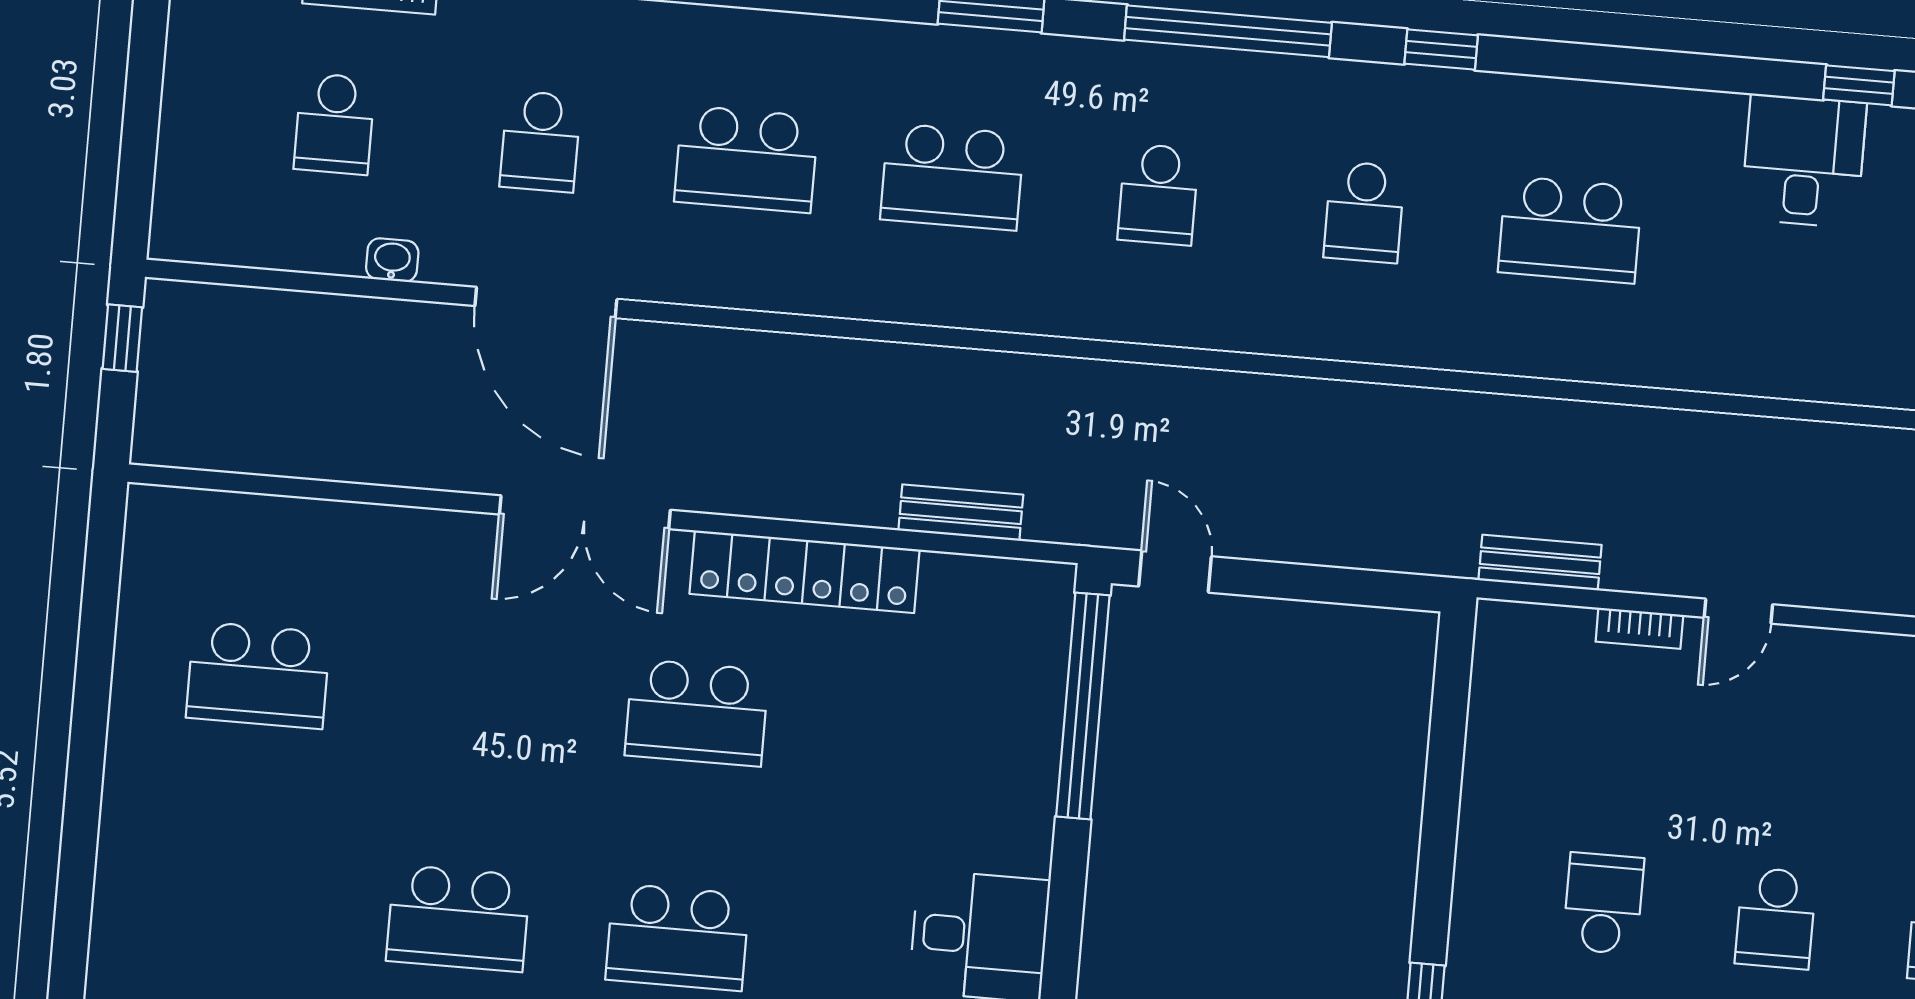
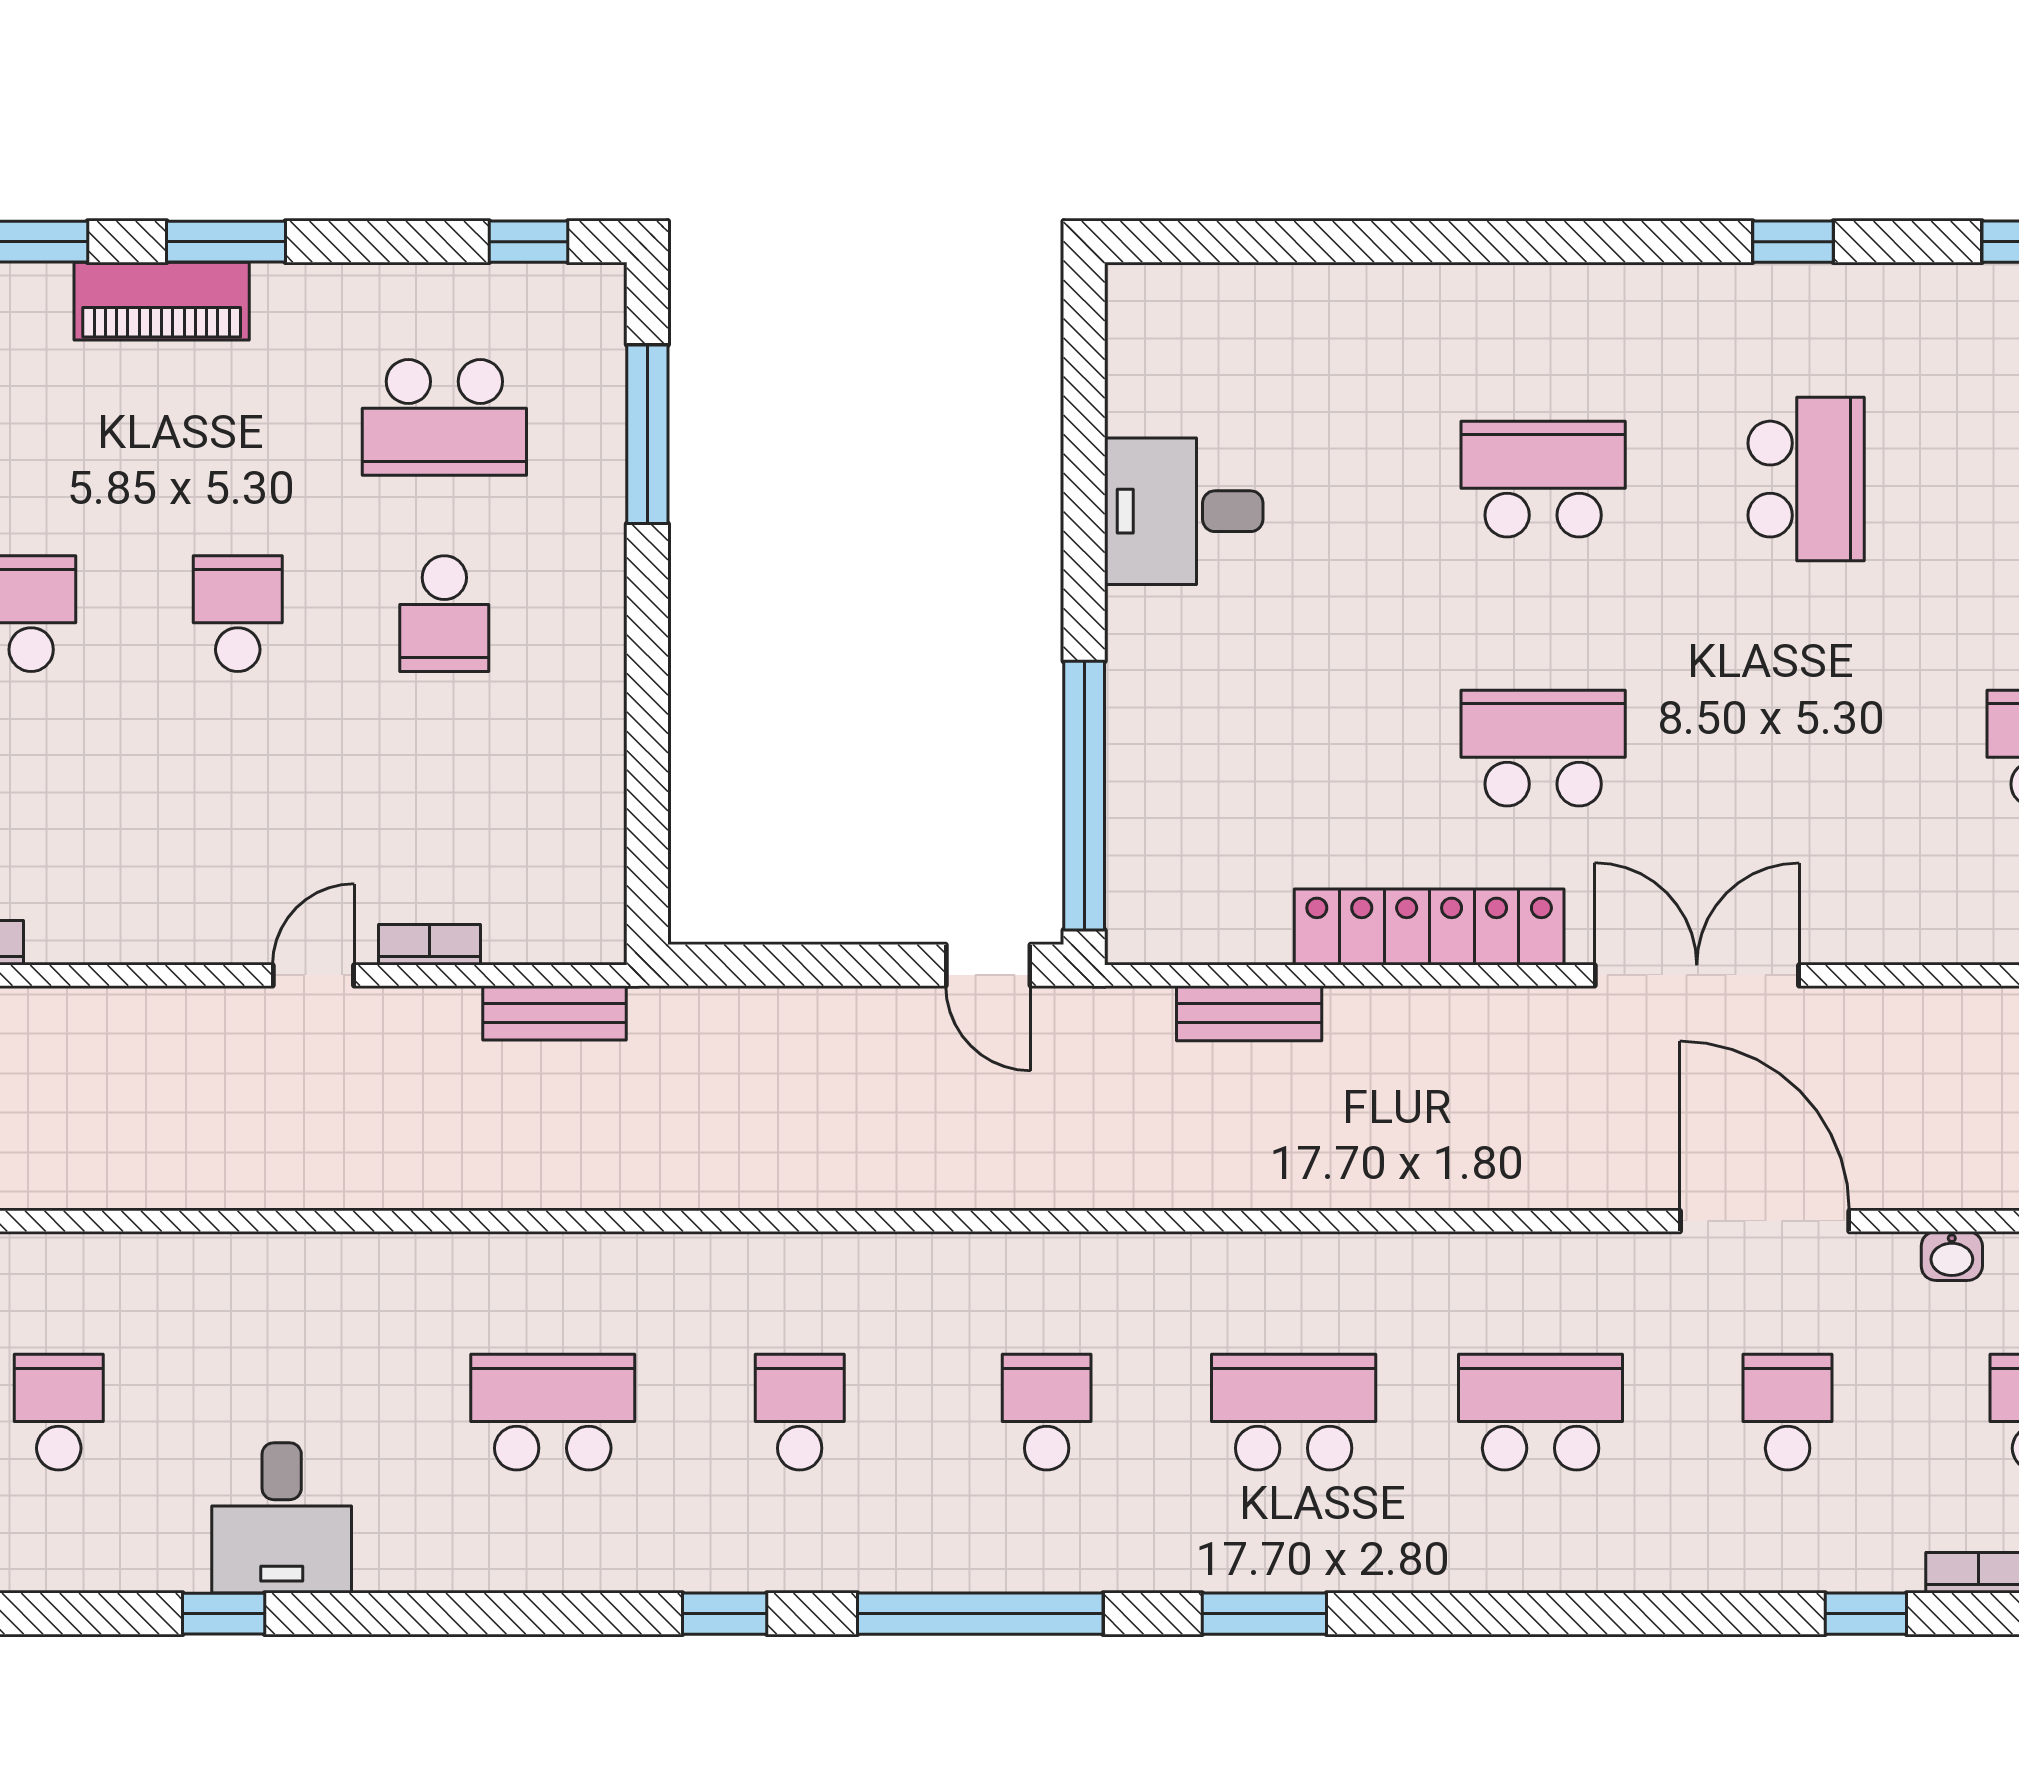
school desk: (458, 918) -> (1806, 479), turned 90

